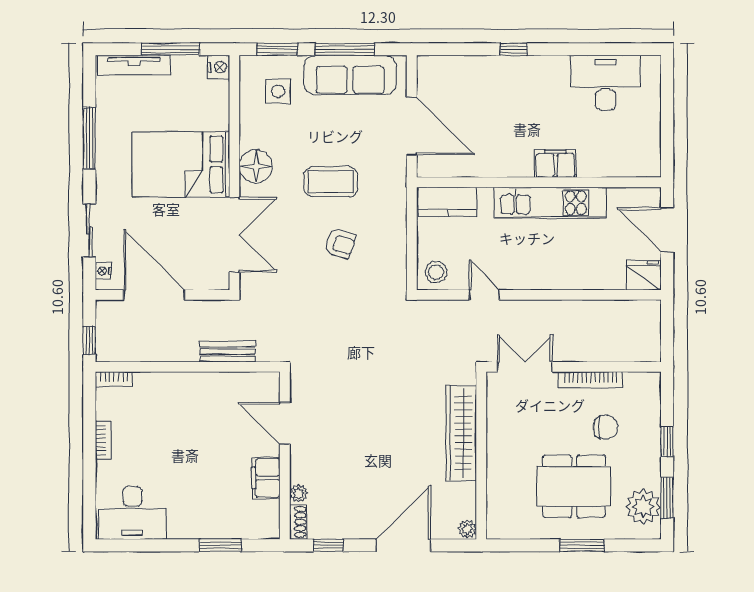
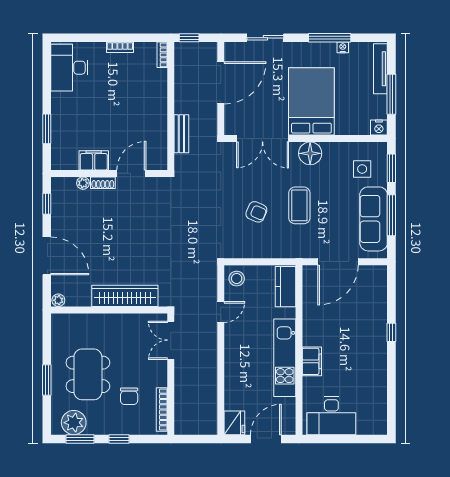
desk: (606, 83) -> (331, 416), moved, turned 90
armchair: (340, 244) -> (256, 212), turned -85
nightstand: (103, 271) -> (343, 47), moved
double door: (525, 367) -> (171, 340), swing flipped
bookcase: (591, 380) -> (162, 410), moved
shoe rack: (298, 522) -> (103, 183), moved

